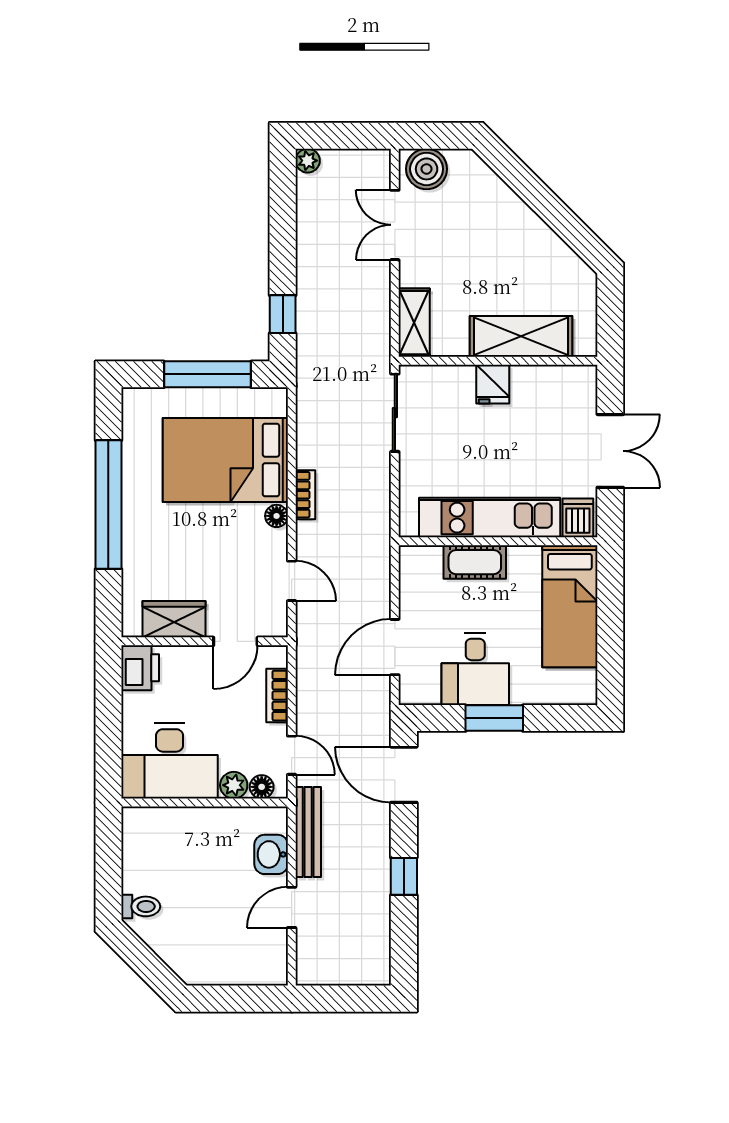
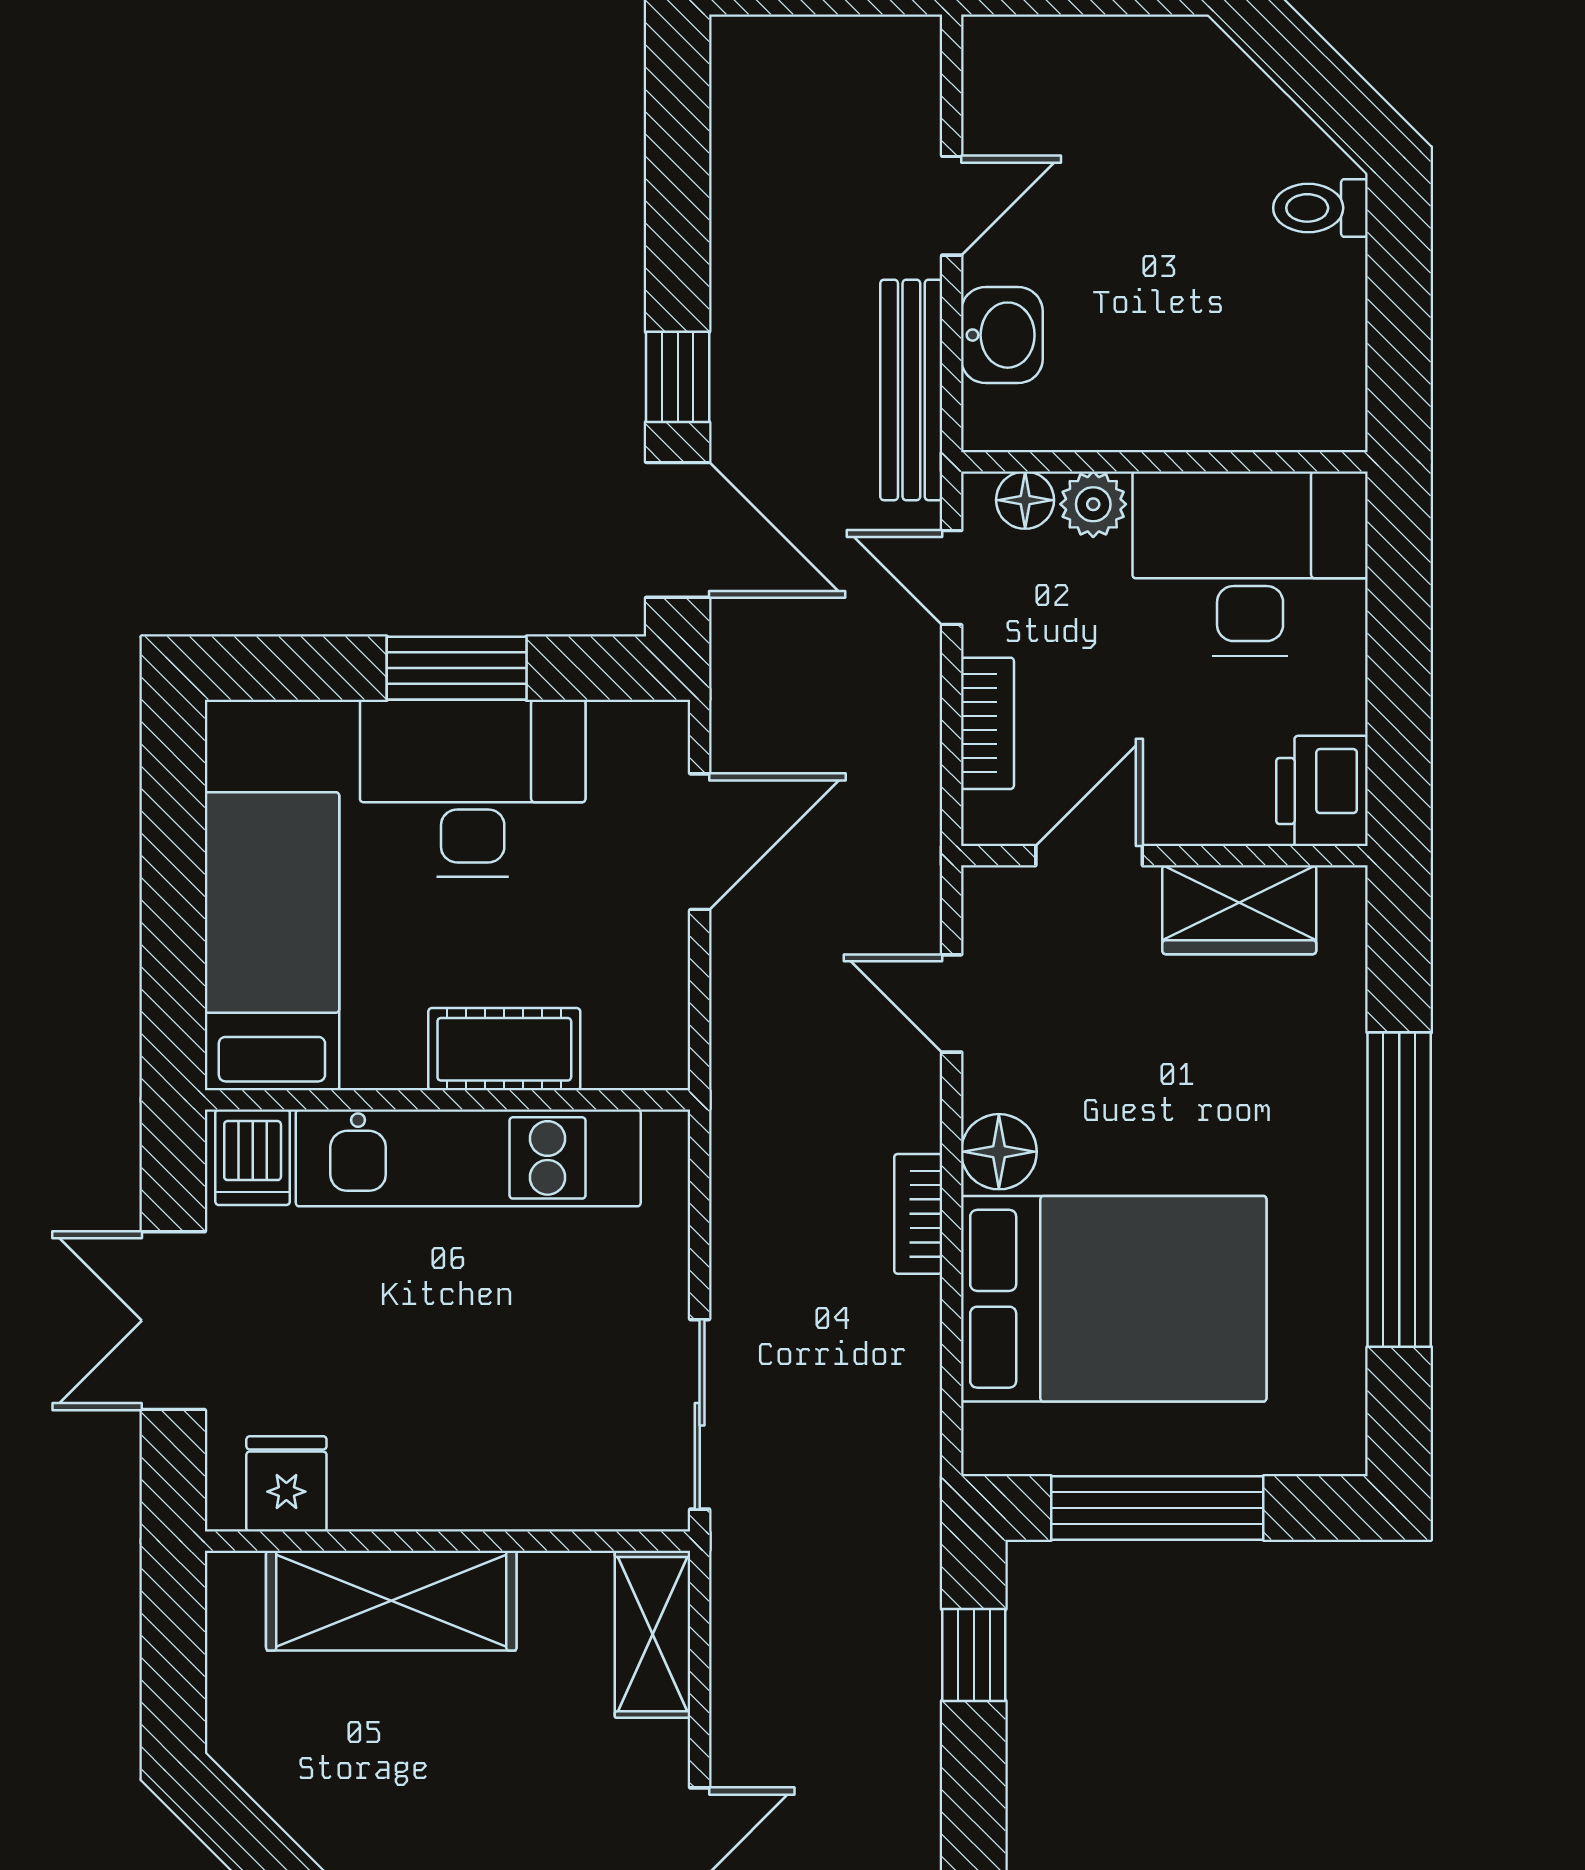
fridge: (493, 384) -> (286, 1484), moved
floor lamp: (277, 516) -> (999, 1152), width x1.37, depth x1.37
desk: (475, 669) -> (473, 788), width x1.37
window: (404, 876) -> (678, 377), moved

